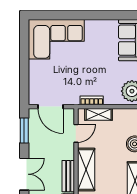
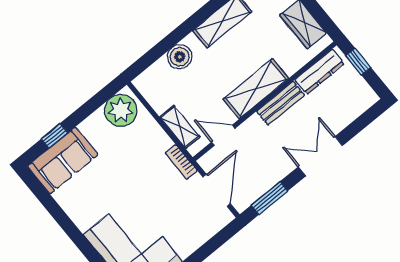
bookcase: (92, 100) -> (181, 162), moved

